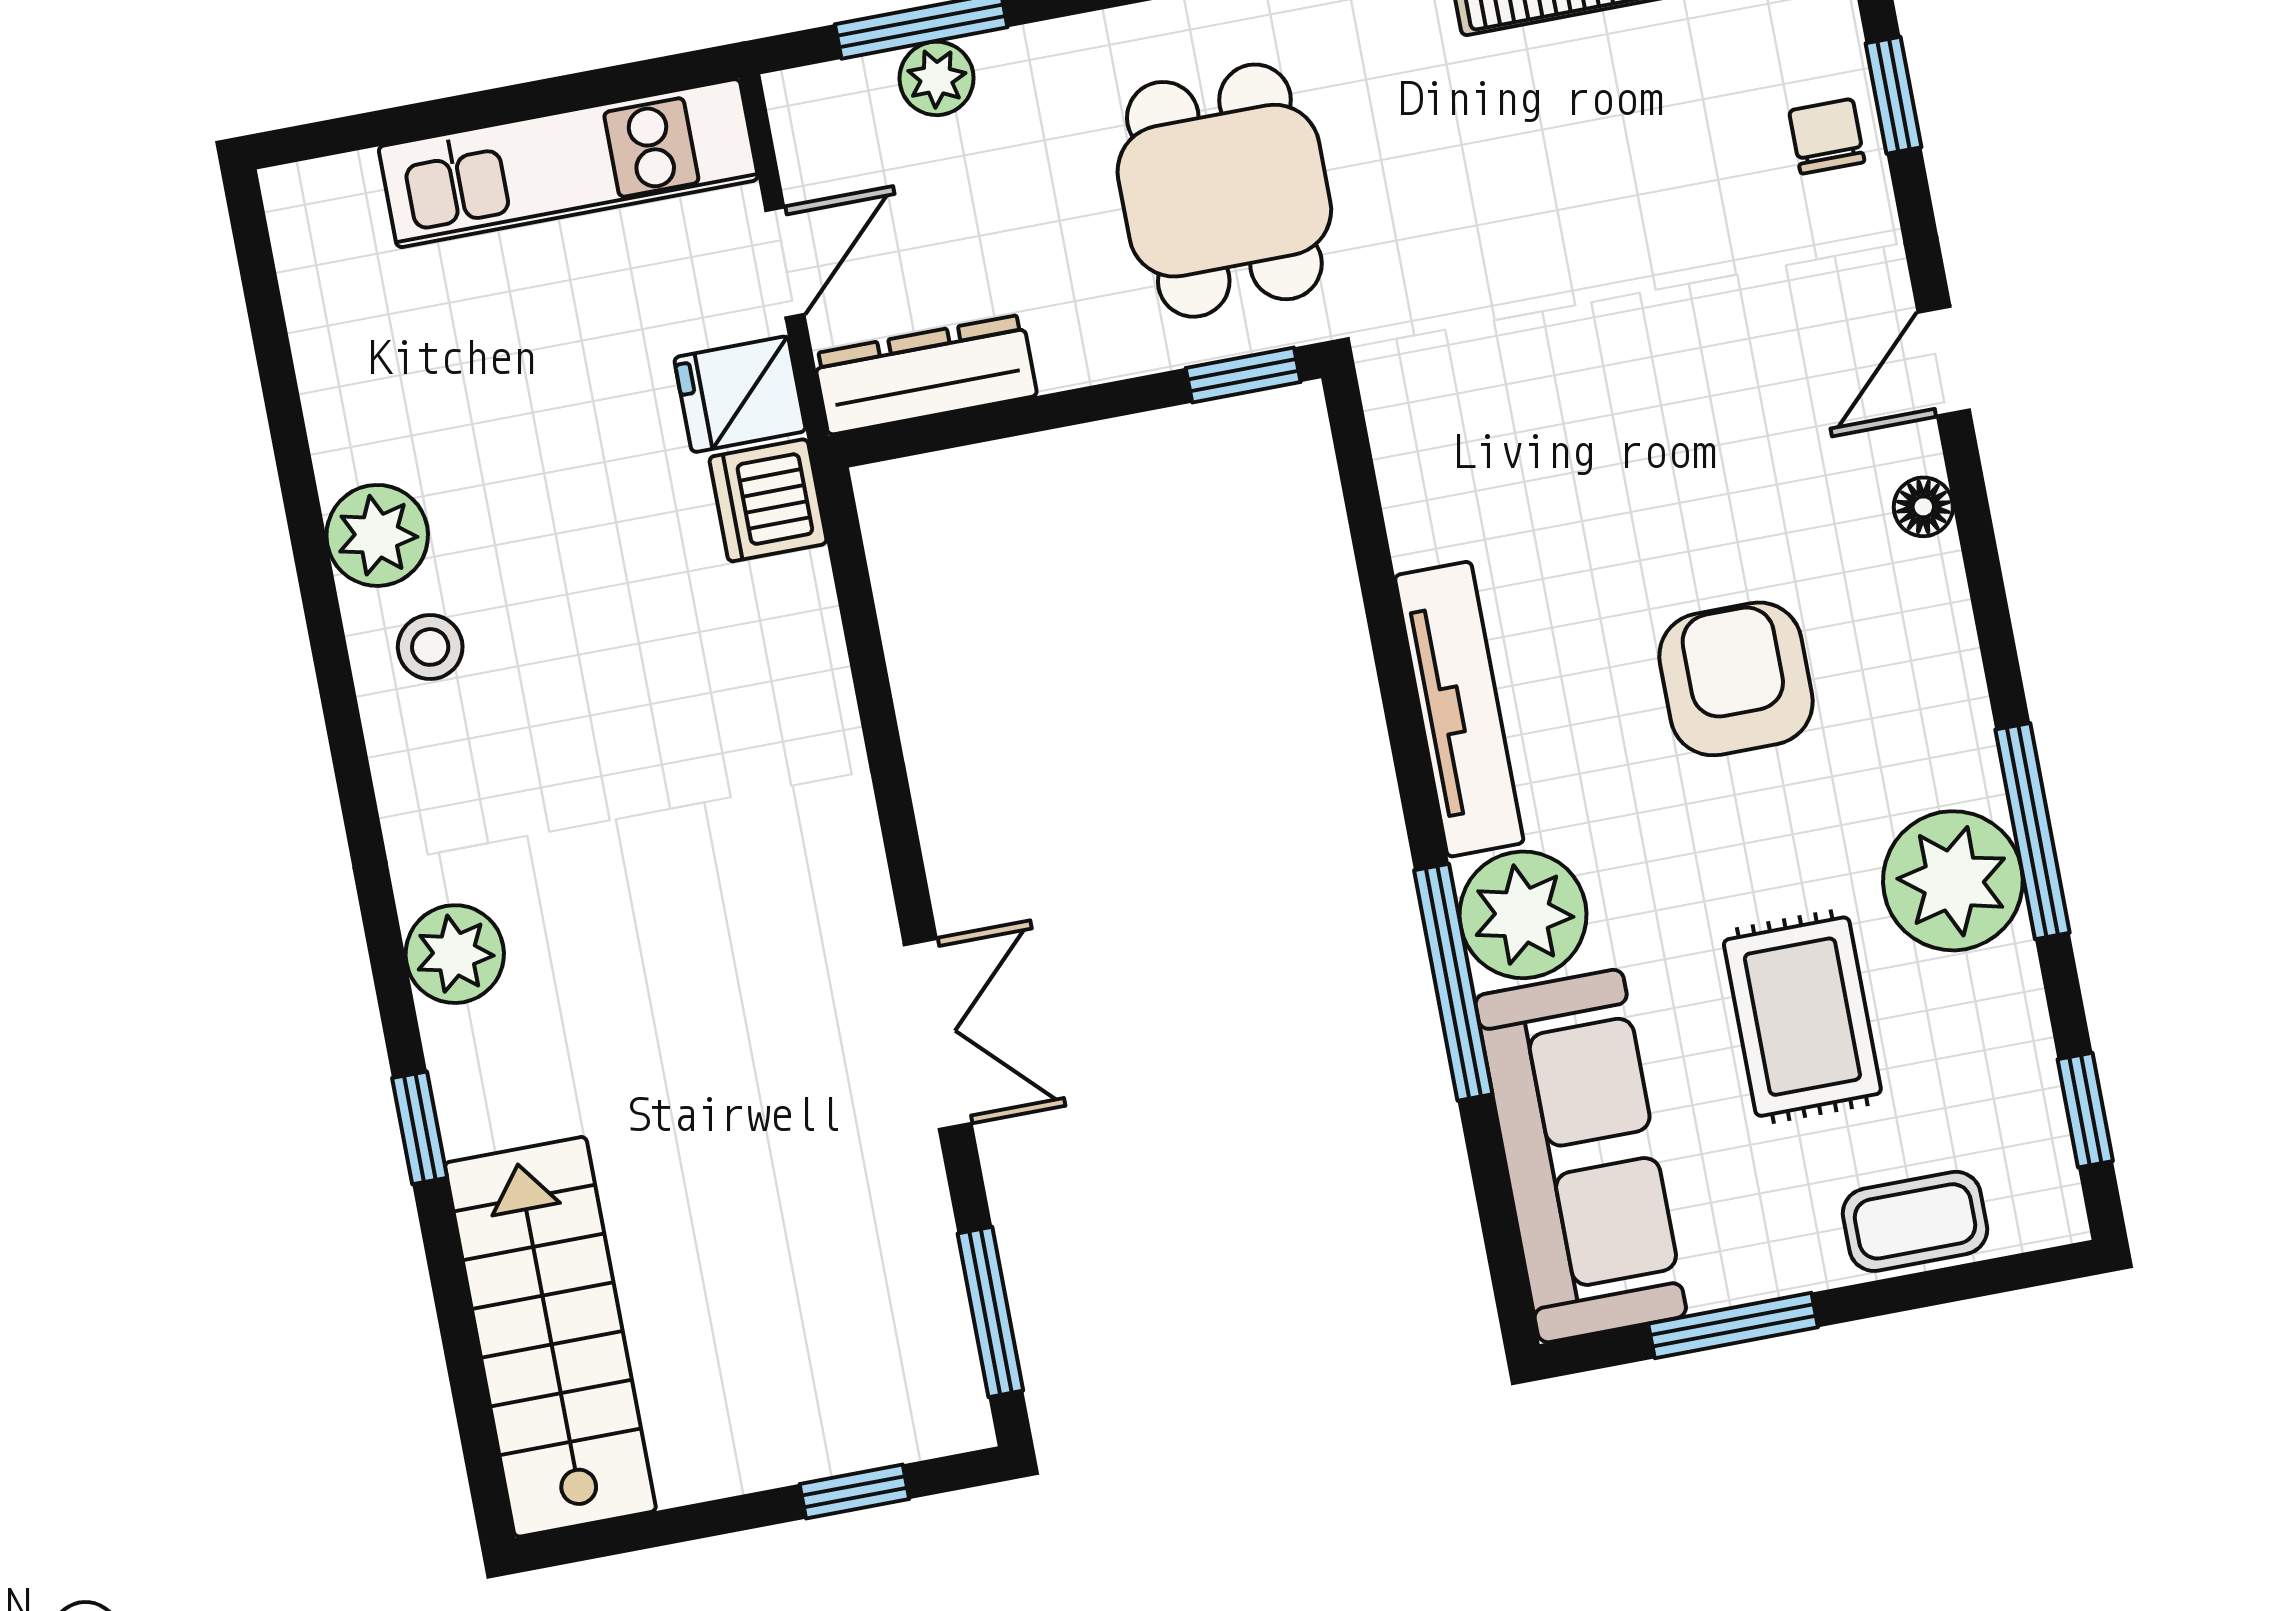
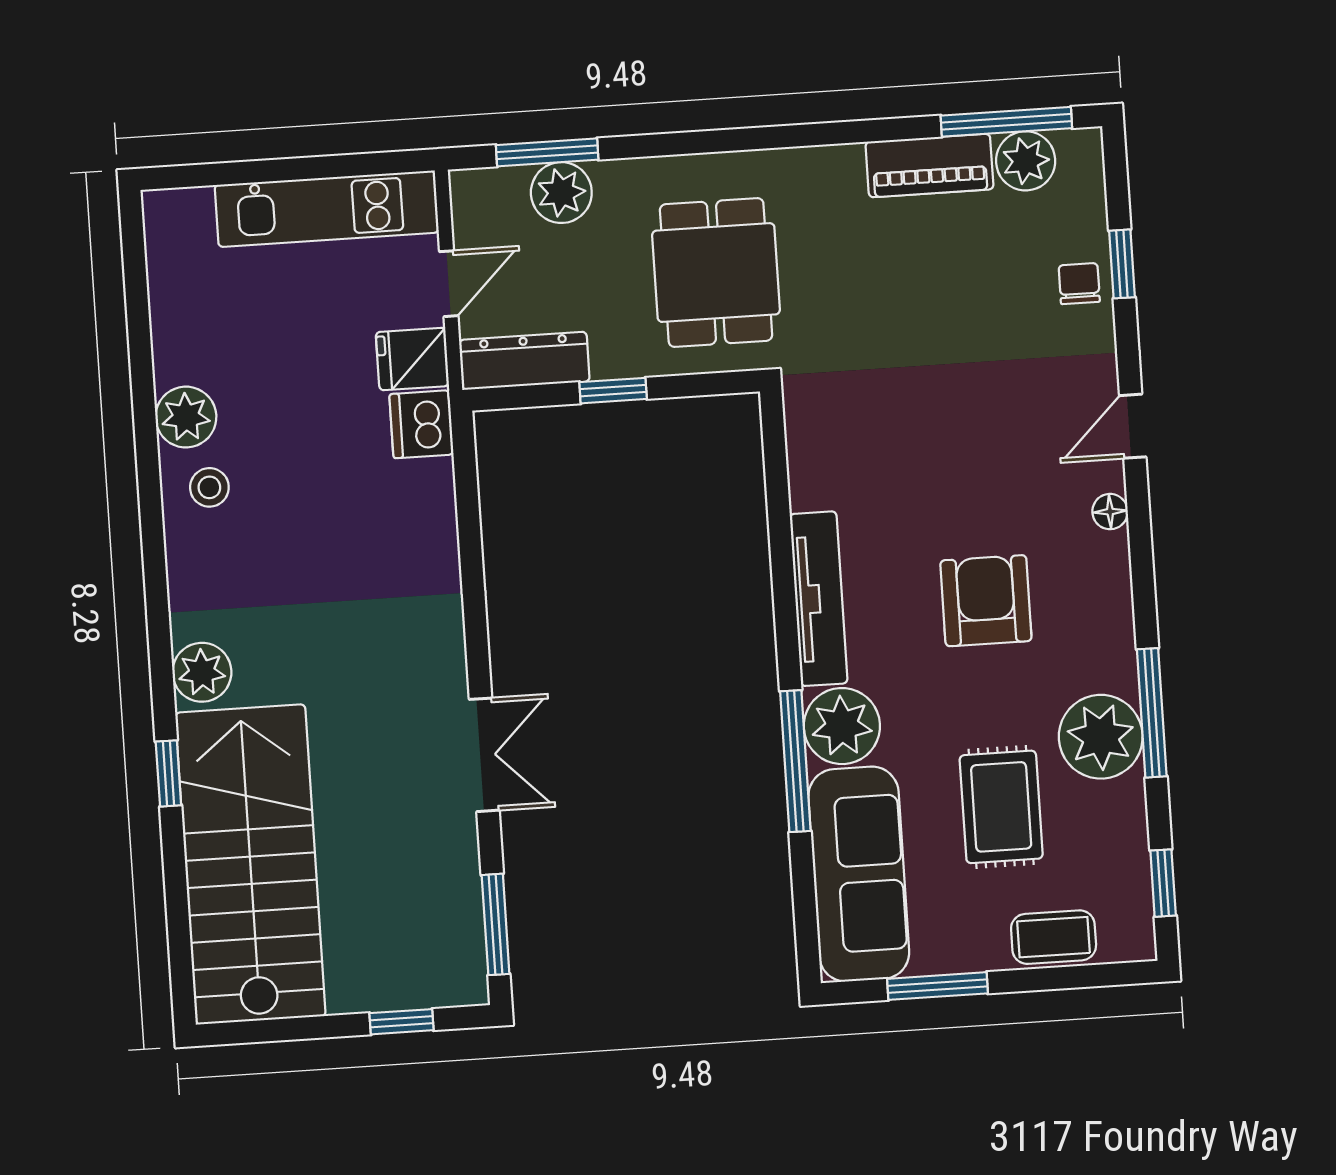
plant: (937, 78) -> (561, 193), width x1.38, depth x1.38
window: (1243, 375) -> (613, 391), moved
stairs: (550, 1337) -> (250, 864), width x1.36, depth x1.51

